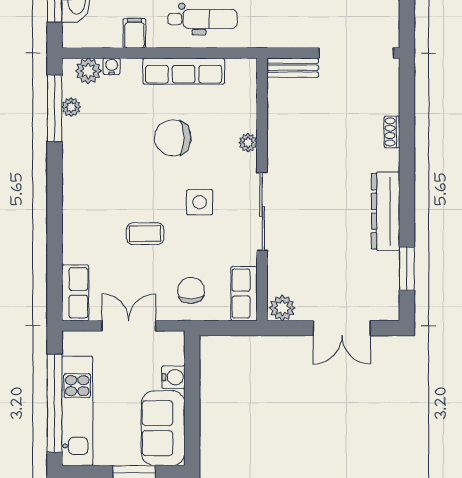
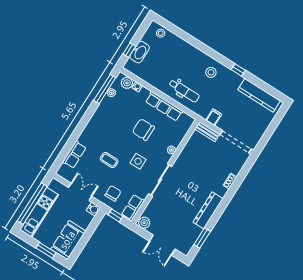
filing cabinet: (134, 33) -> (214, 117), moved
row of seats: (75, 293) -> (74, 155), moved
window: (221, 328) -> (115, 215), added
water cooler: (173, 377) -> (93, 209), moved

